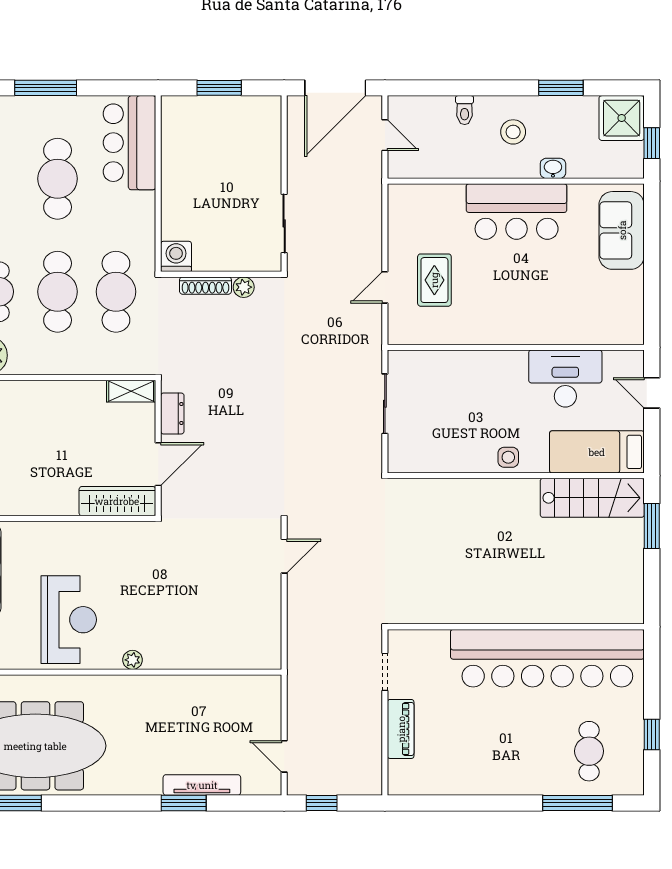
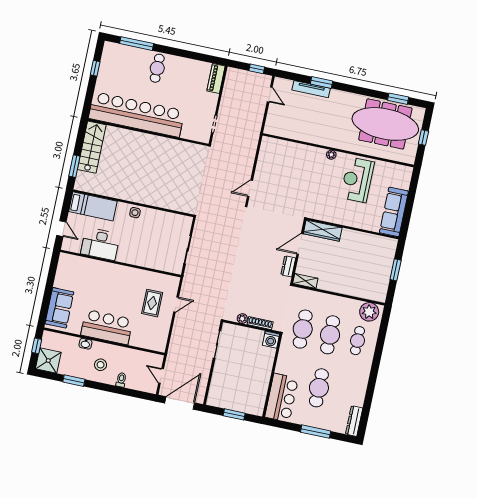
stairs: (592, 498) -> (92, 147), moved, turned 90
piano: (401, 729) -> (216, 79), moved
cafe table: (589, 751) -> (157, 68), moved

